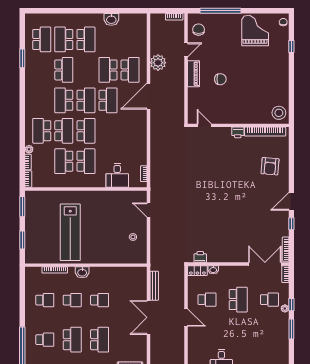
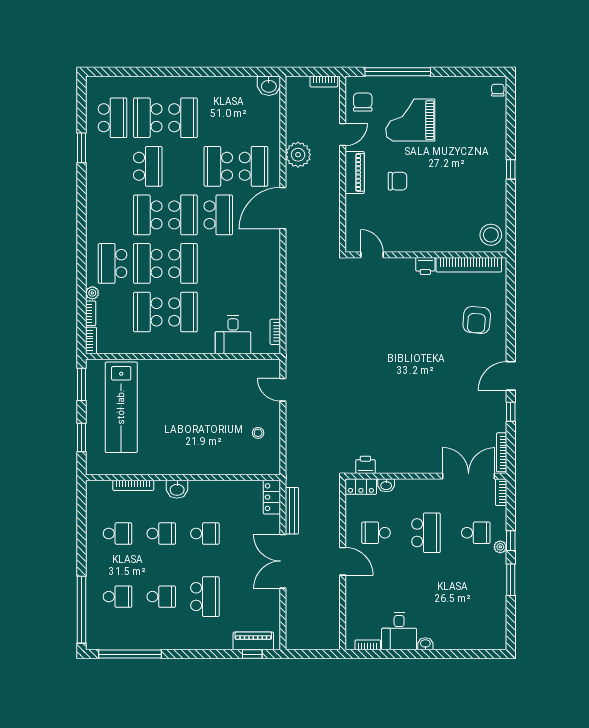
washbasin: (111, 19) -> (269, 86), moved
grand piano: (255, 31) -> (410, 120), moved, turned -90
window: (291, 47) -> (511, 169), moved
school desk: (64, 131) -> (148, 263), turned 180
lab bench: (70, 232) -> (121, 407), moved
locker: (142, 277) -> (272, 497), added
school desk: (207, 300) -> (376, 533), turned 180
school desk: (72, 340) -> (161, 597), width x0.54

